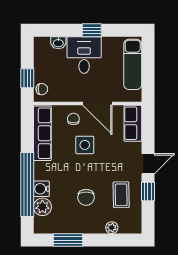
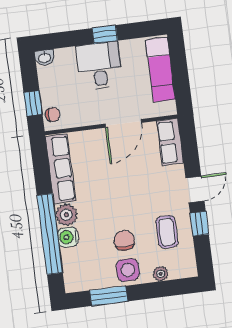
washbasin: (58, 43) -> (45, 58), moved
door: (97, 103) -> (123, 123), hinge flipped
chair: (73, 119) -> (96, 146), removed
side table: (85, 145) -> (128, 270), moved
chair: (86, 197) -> (124, 241), turned 180
plant: (42, 207) -> (66, 215), moved

